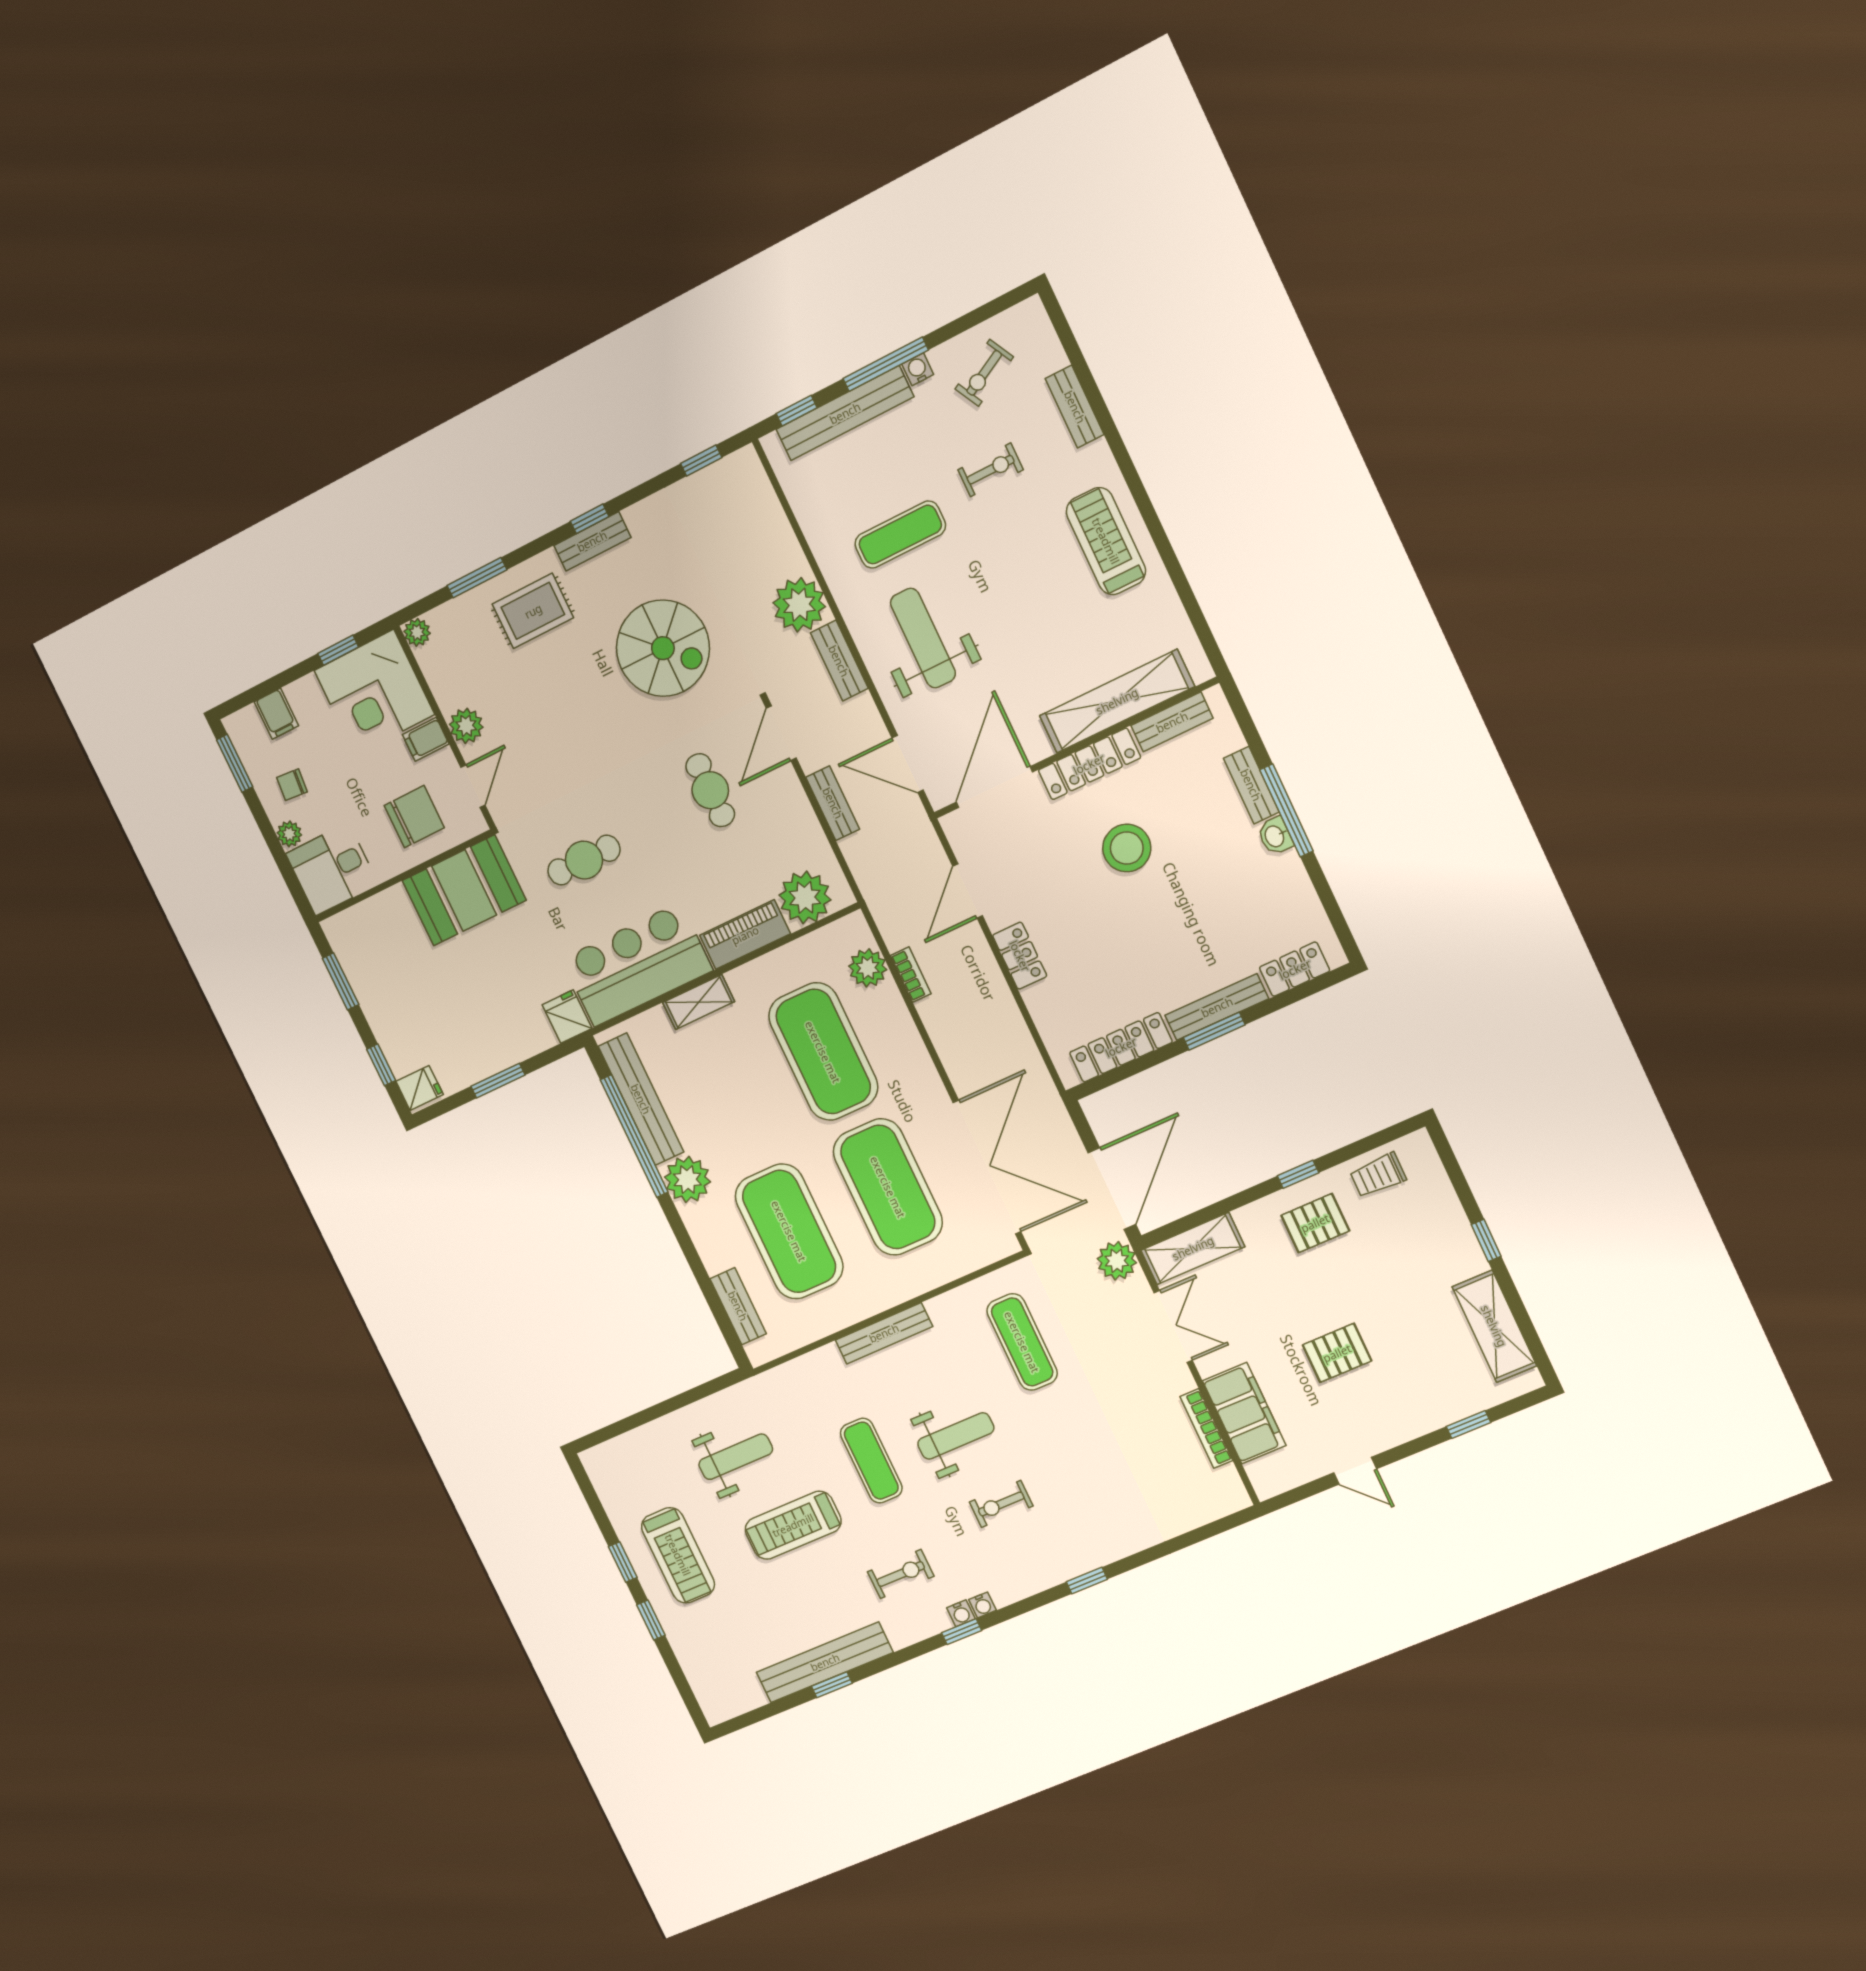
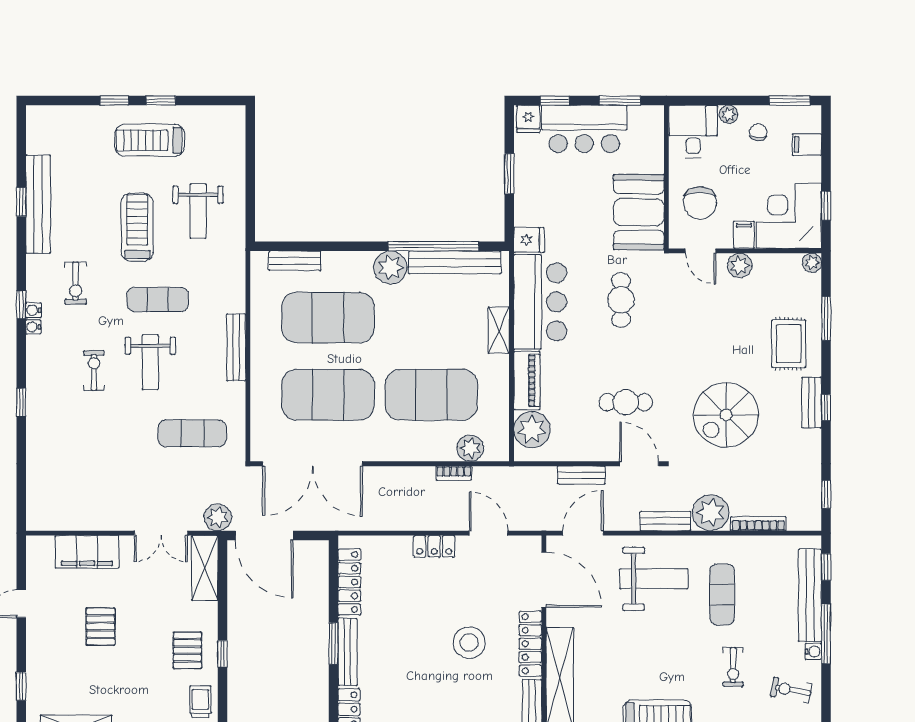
exercise bike: (984, 373) -> (791, 690), turned -52
bar counter: (397, 1010) -> (584, 129), added
bookcase: (1206, 1428) -> (758, 524), moved

